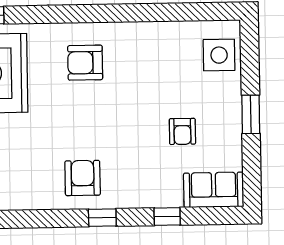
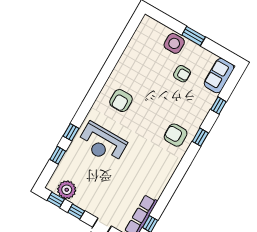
side table: (219, 55) -> (174, 43), moved

